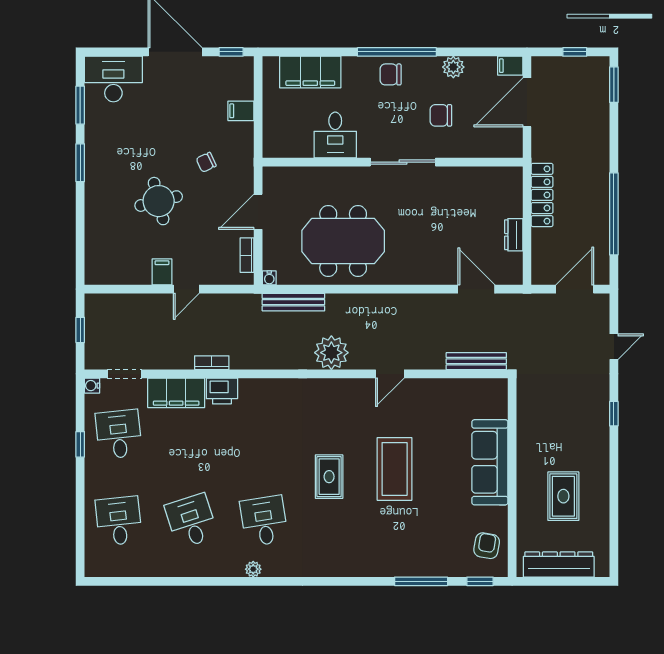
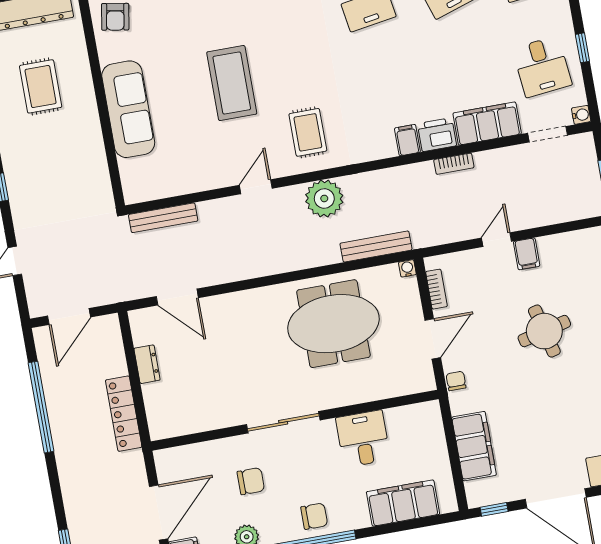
filing cabinet: (241, 111) -> (474, 446), width x3.00, depth x1.17
chair: (206, 162) -> (456, 381), moved, turned -65
filing cabinet: (249, 391) -> (407, 140), added
rug: (329, 477) -> (308, 132), moved

